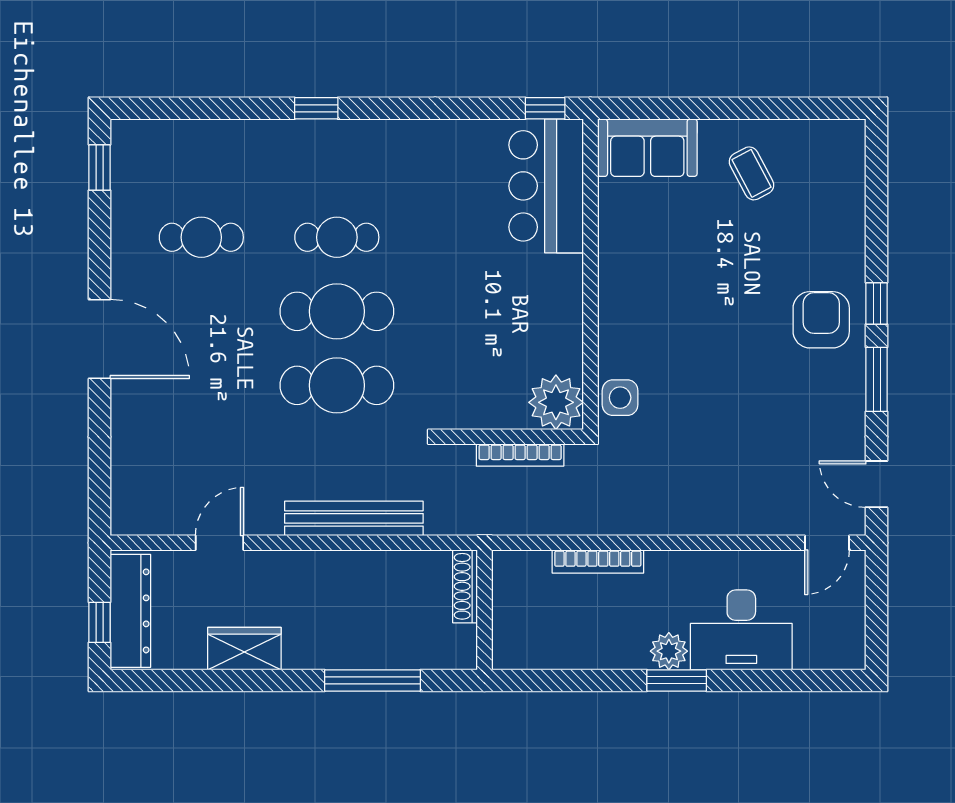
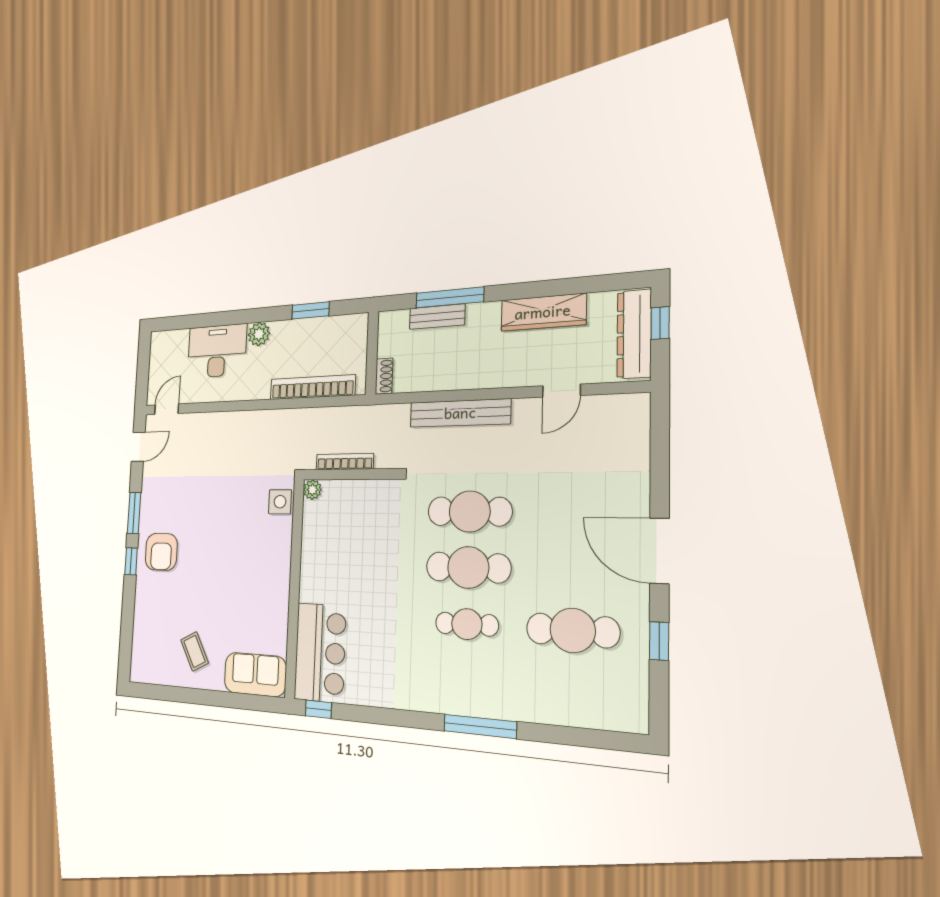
window: (316, 108) -> (480, 726), width x2.17
window: (100, 168) -> (659, 641), moved
cafe table: (201, 237) -> (573, 630), width x1.37, depth x1.35
plant: (556, 402) -> (312, 490), width x0.53, depth x0.53
door: (877, 484) -> (138, 447), hinge flipped
bookcase: (598, 561) -> (312, 387), width x1.48, depth x1.31
shoe rack: (465, 586) -> (384, 376), width x0.70
wardrobe: (244, 649) -> (543, 312), width x1.50
bench: (390, 655) -> (437, 317), added
window: (677, 680) -> (310, 310), moved

